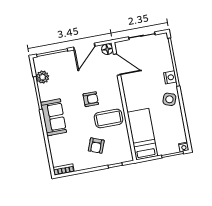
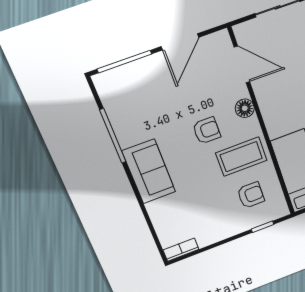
floor lamp: (107, 49) -> (245, 108), moved
plant: (43, 77) -> (116, 107), removed
armchair: (96, 146) -> (251, 195), moved, turned -111

